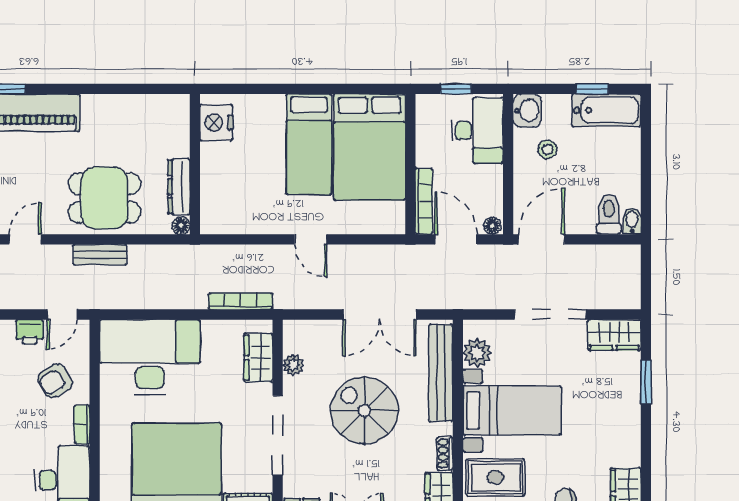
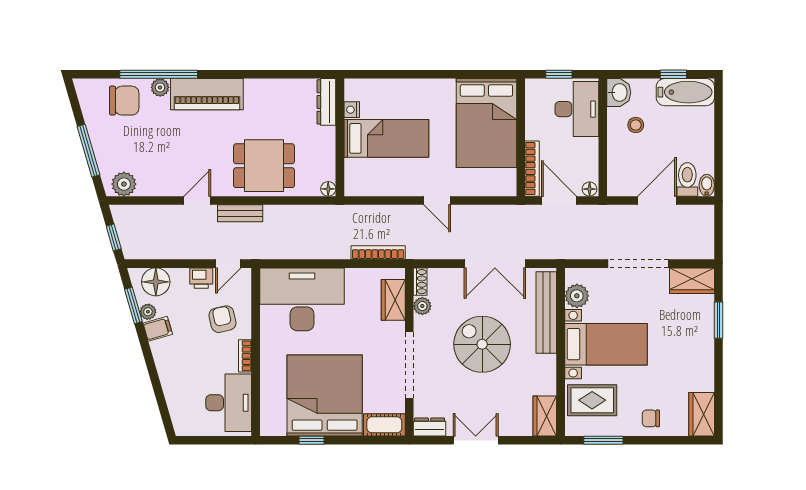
nightstand: (216, 123) -> (352, 110), width x0.53, depth x0.56
bed: (309, 144) -> (386, 138), moved, turned -90
dresser: (179, 187) -> (326, 102), moved
door: (541, 239) -> (657, 200), moved
bench: (100, 255) -> (240, 213), moved
armchair: (55, 381) -> (222, 319), turned 108
shoe rack: (445, 454) -> (420, 282), moved, turned 180

